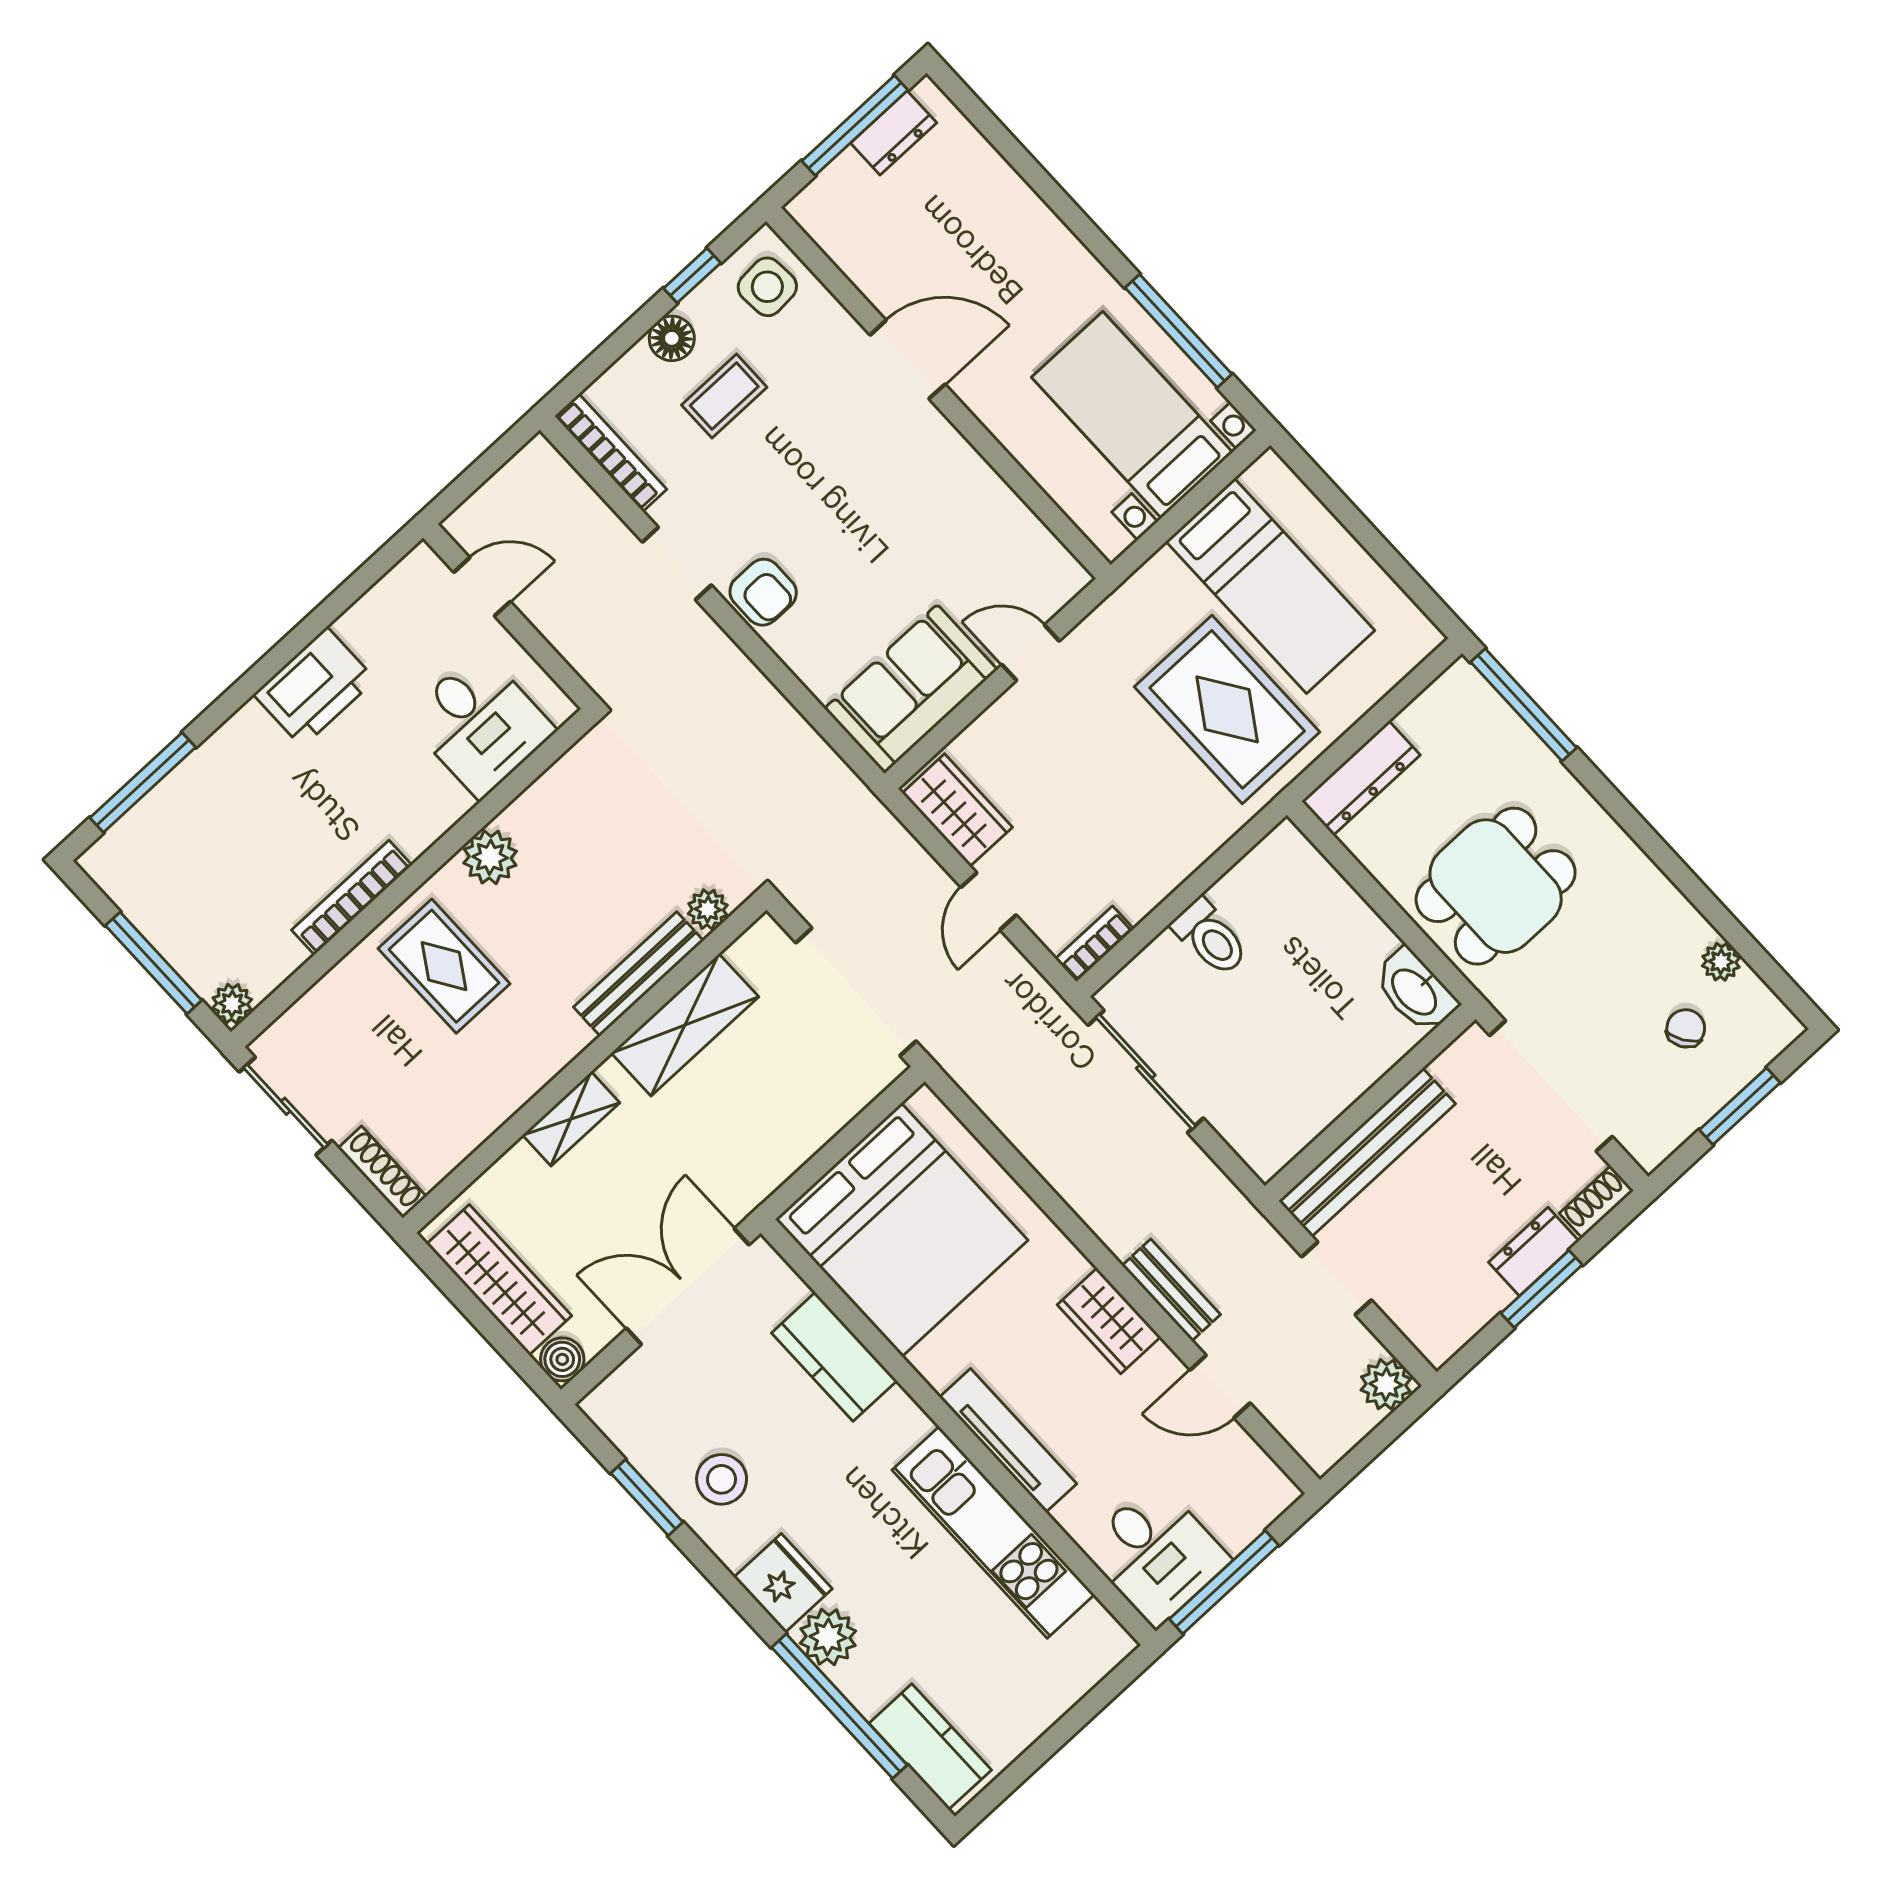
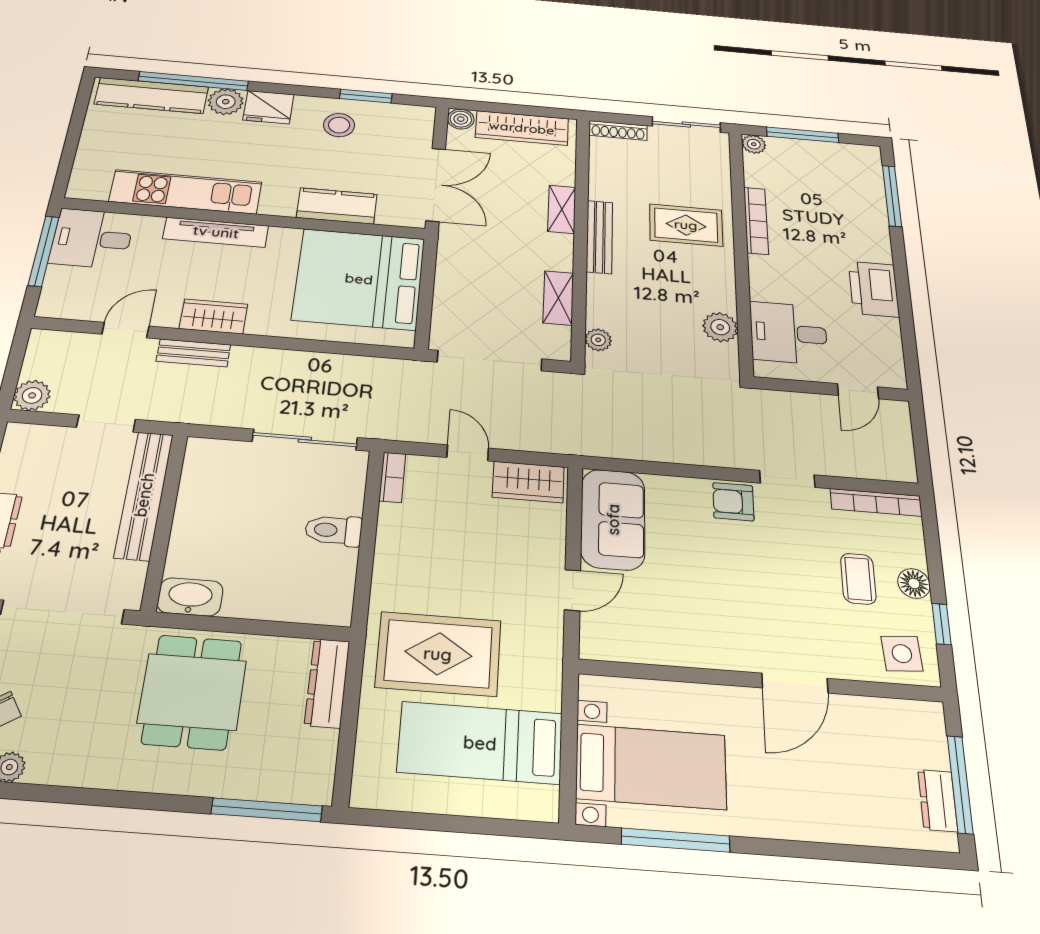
plant: (490, 857) -> (720, 327), moved
bench: (639, 974) -> (599, 237), moved
shelving: (685, 1025) -> (558, 298), width x0.67, depth x0.75
kitchen counter: (930, 1747) -> (152, 95), width x1.50

